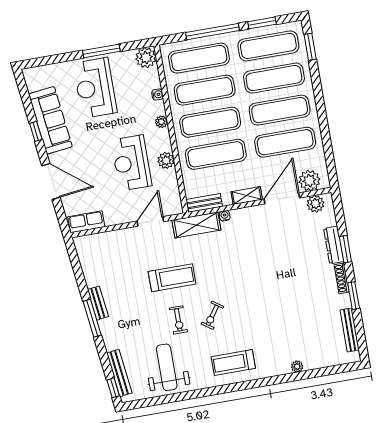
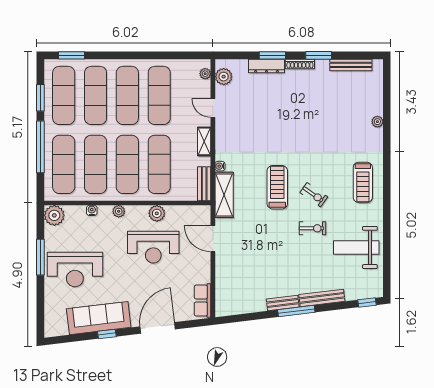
plant: (309, 181) -> (205, 74), width x0.53, depth x0.53
door: (282, 198) -> (213, 108), width x0.53
treadmill: (172, 278) -> (277, 187), moved
bench: (119, 373) -> (322, 298), moved

